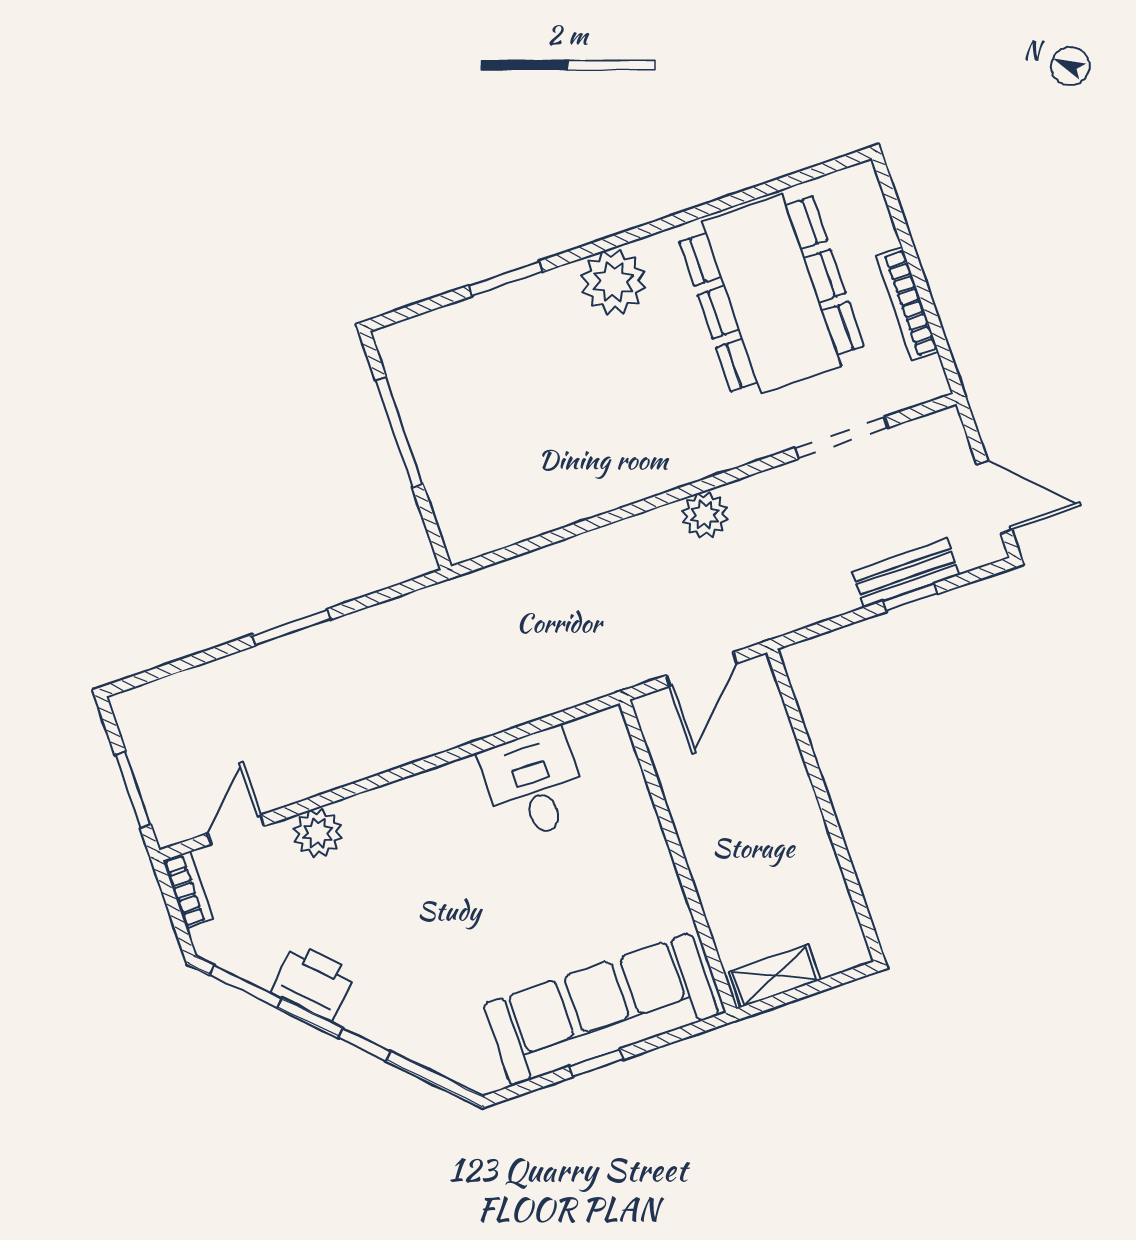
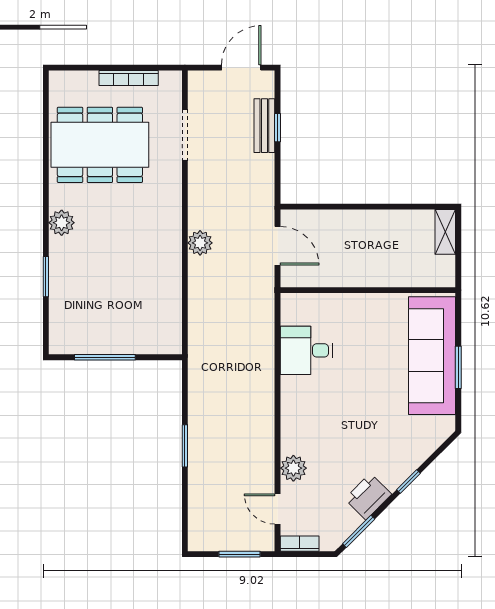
plant: (613, 282) -> (62, 223), width x0.73, depth x0.73
plant: (705, 515) -> (200, 243), moved
shelving: (775, 976) -> (445, 232), moved
window: (596, 1063) -> (458, 367), width x1.50

